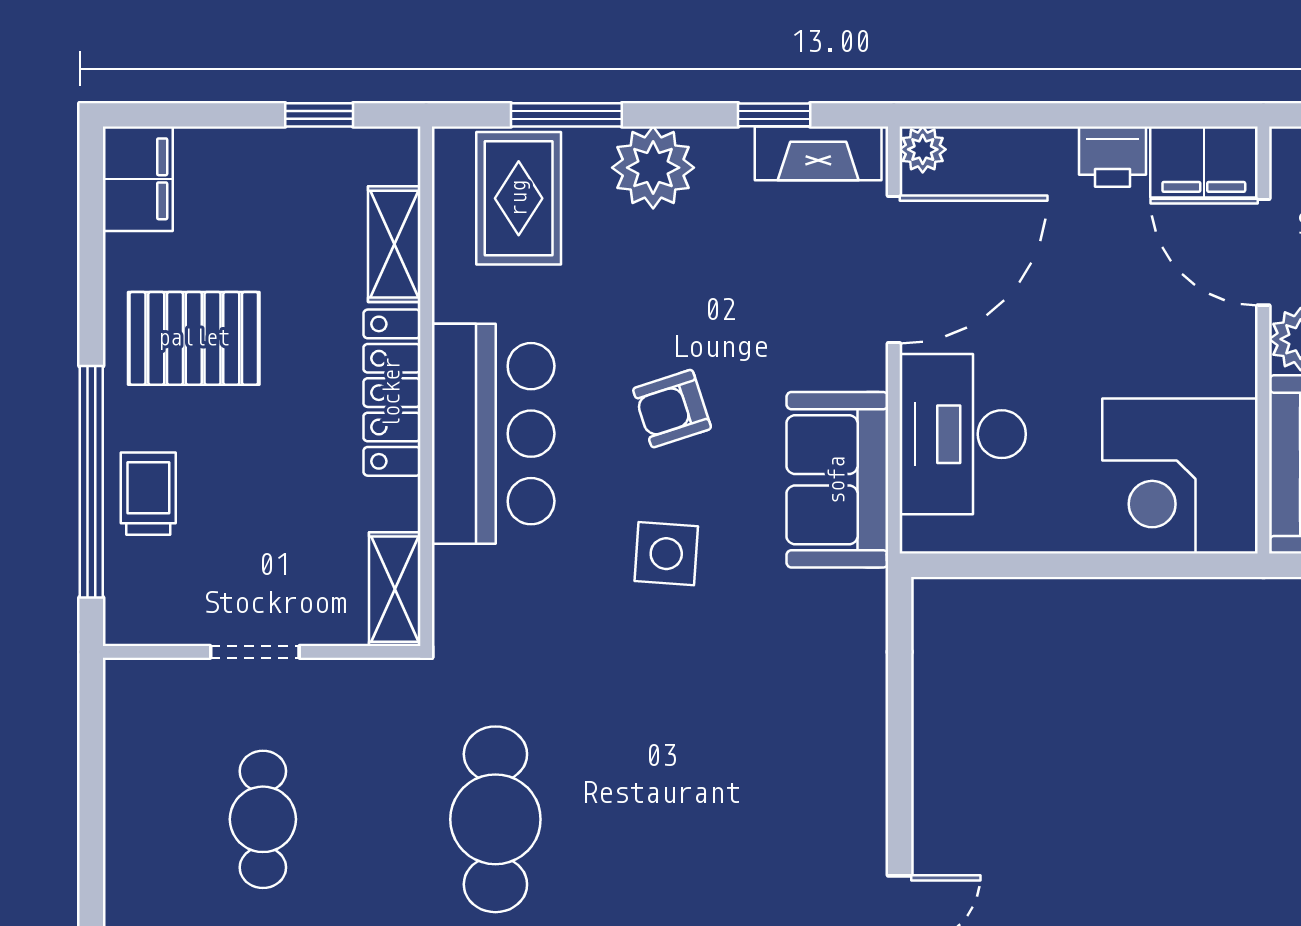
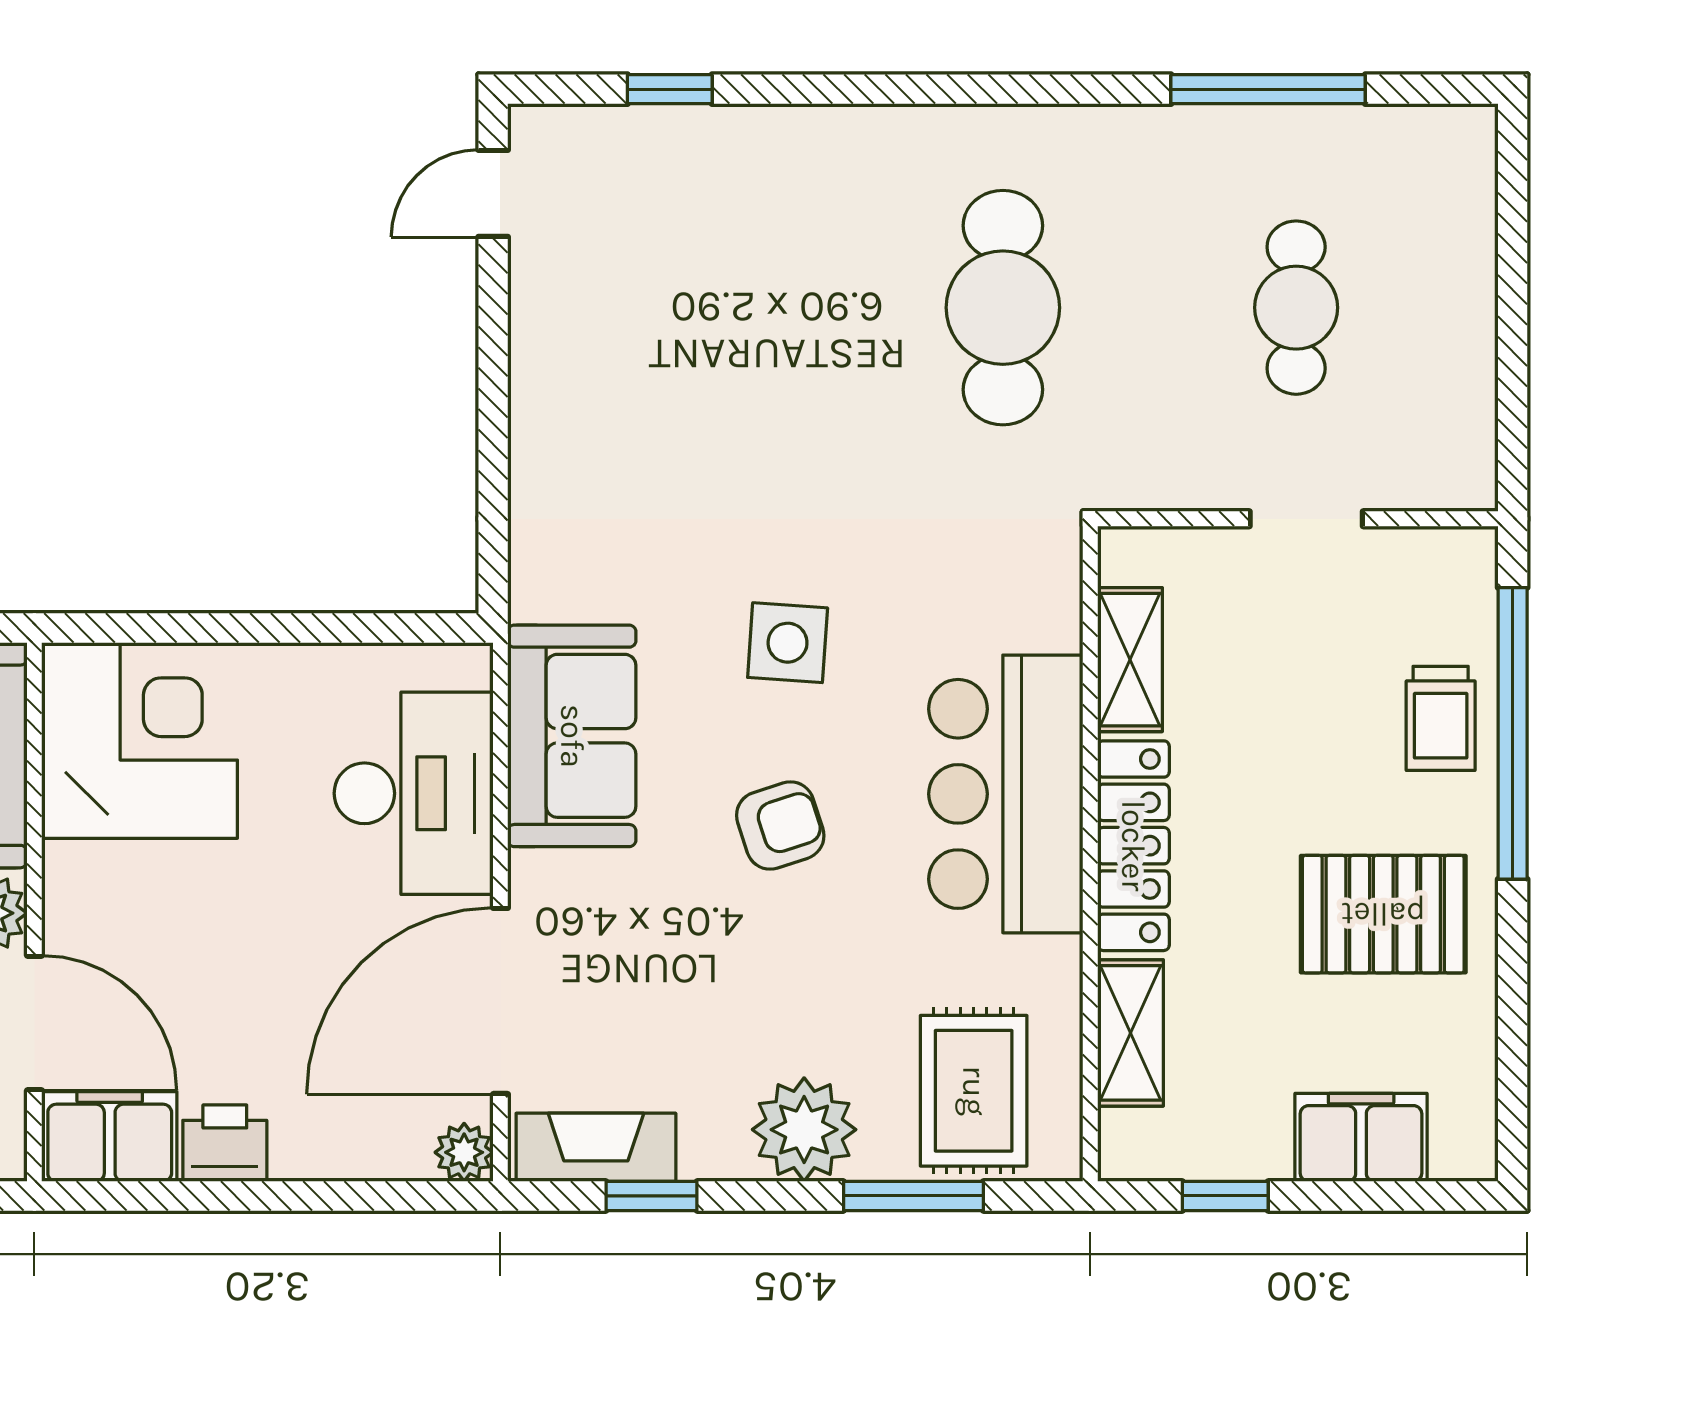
filing cabinet: (138, 179) -> (1361, 1137), moved, turned 90
shelving: (395, 589) -> (1130, 660), moved

